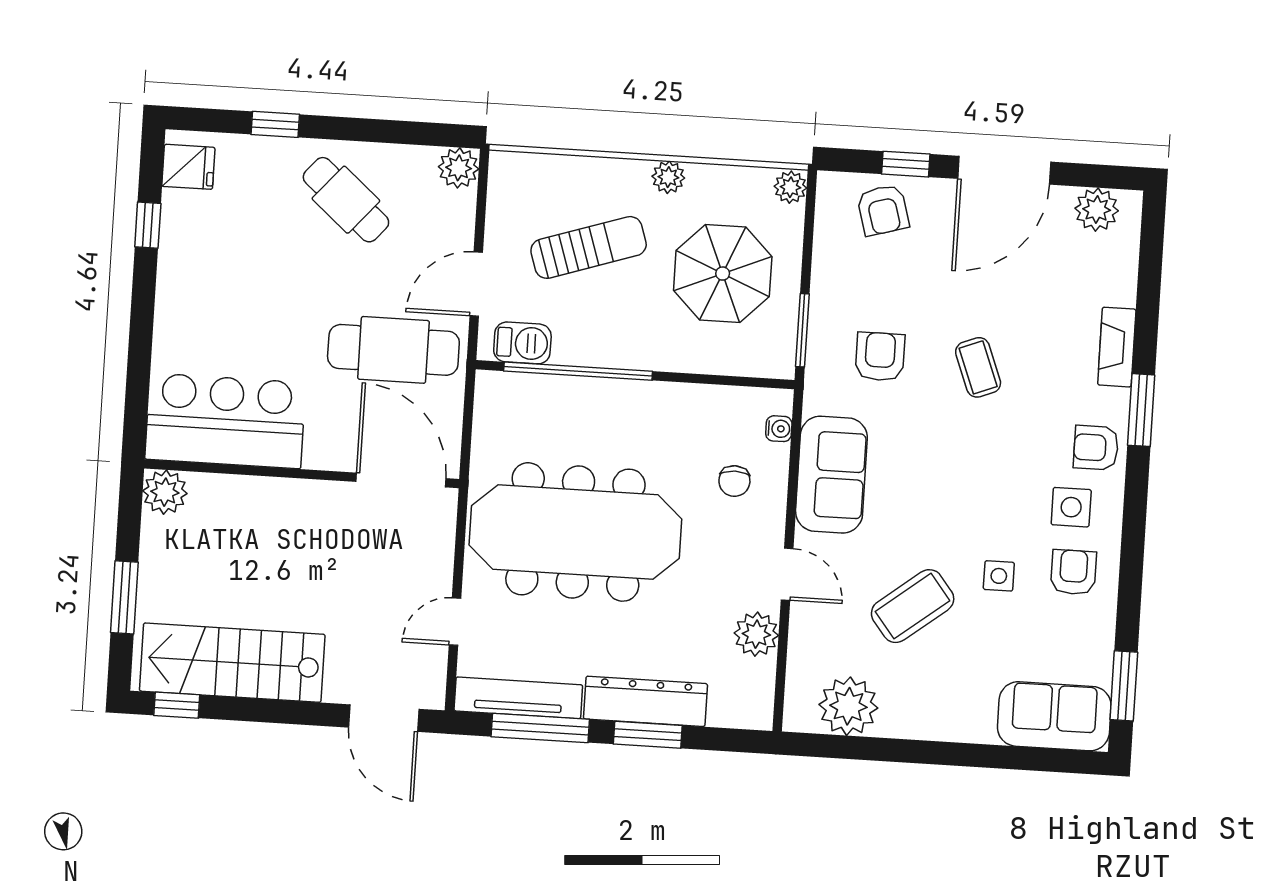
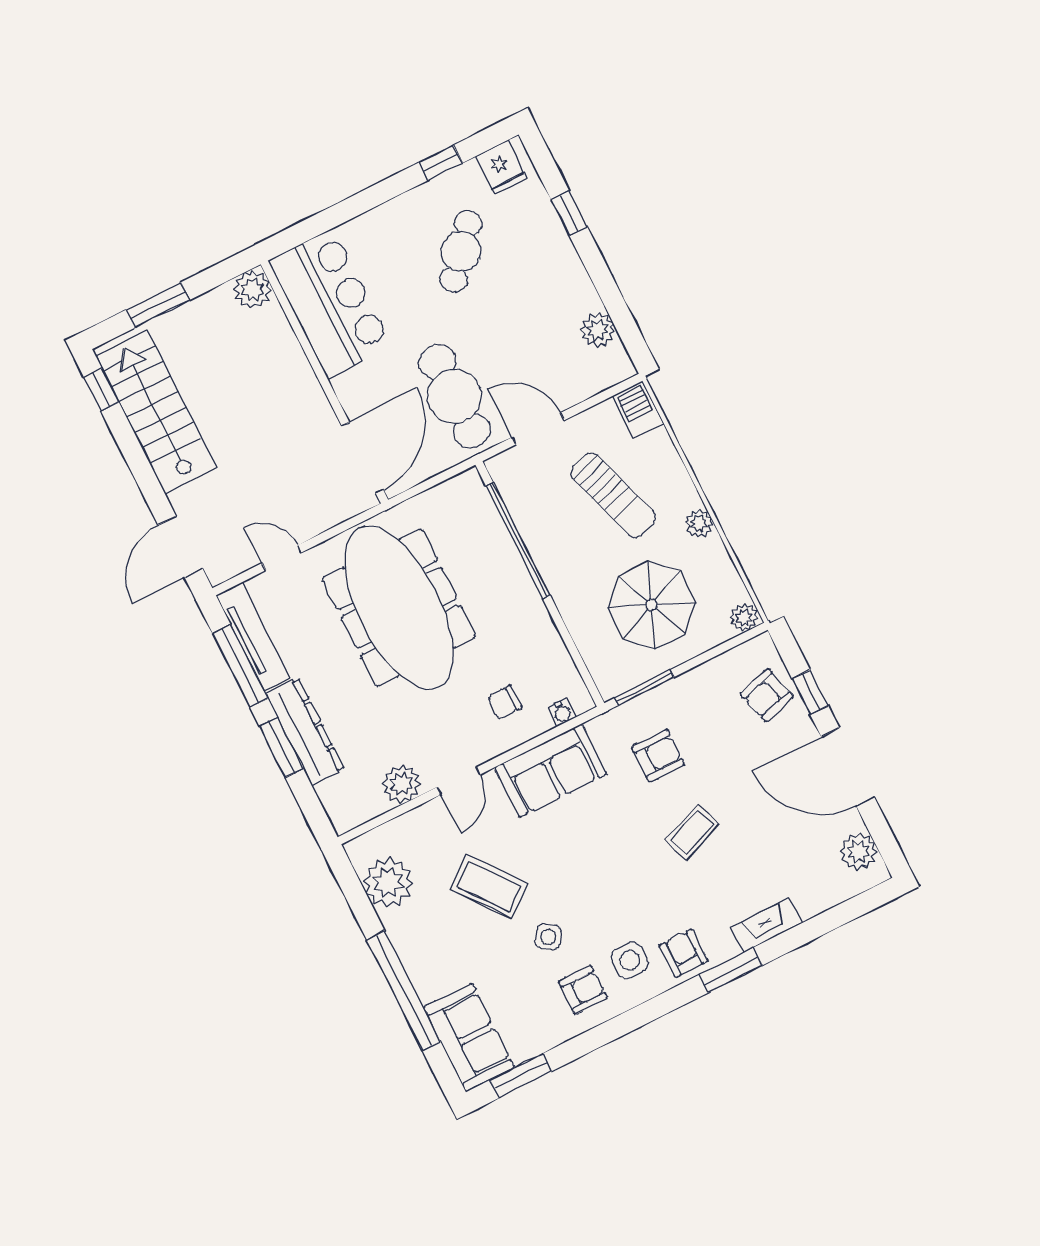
plant: (459, 168) -> (598, 330), moved
cafe table: (346, 200) -> (461, 251), moved
barbecue: (522, 343) -> (638, 410), moved, turned 180
side table: (999, 576) -> (548, 937), turned 36
window: (968, 755) -> (404, 991), added

